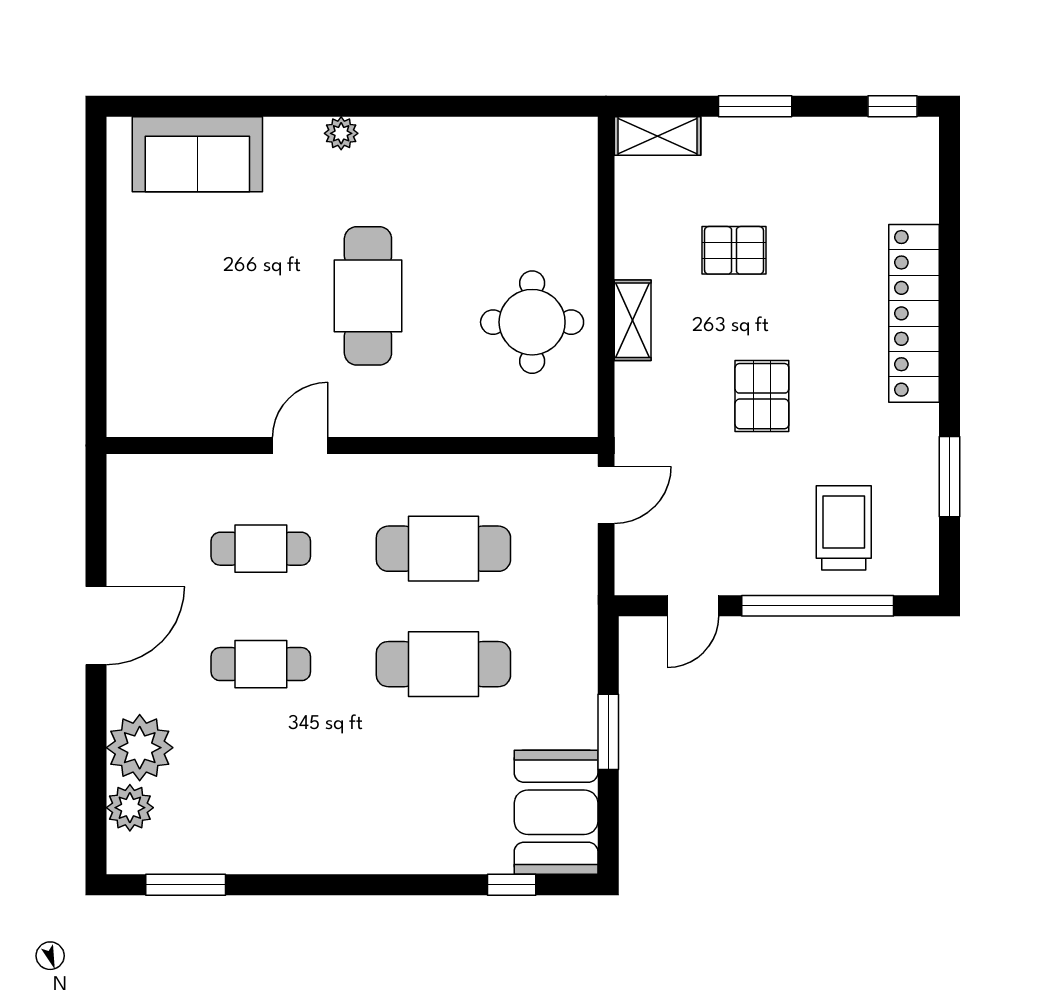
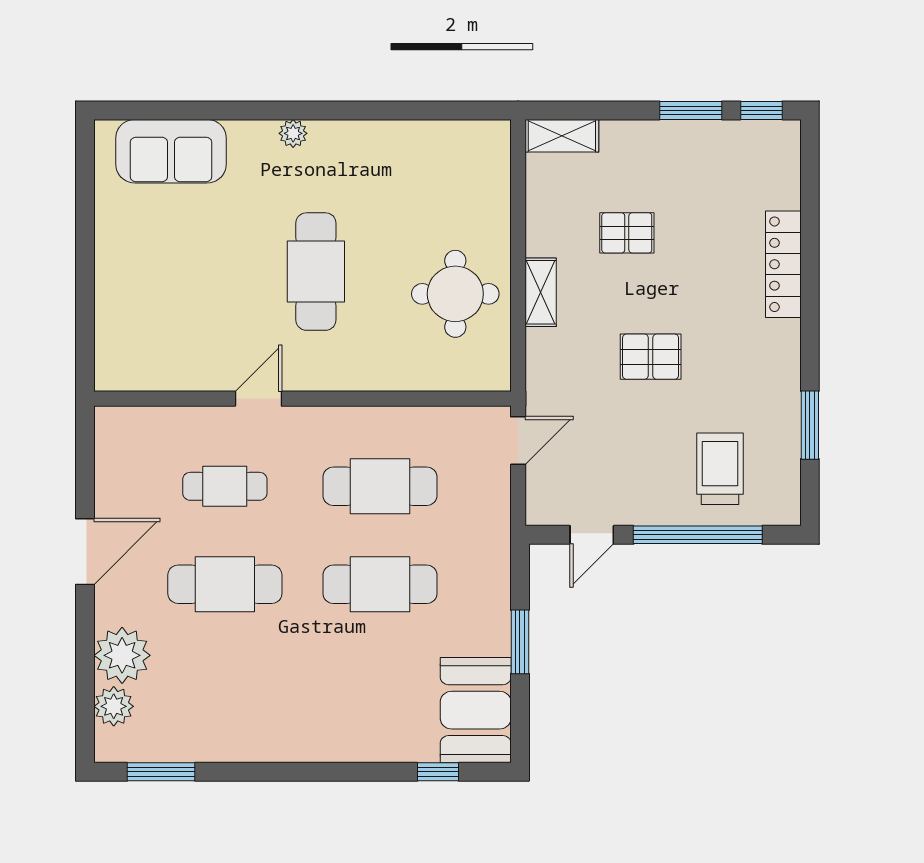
window: (755, 106) -> (691, 110), moved
locker: (914, 313) -> (783, 264), width x0.71, depth x0.83
pallet: (762, 396) -> (651, 357), turned 90
cafe table: (261, 664) -> (225, 584), width x1.37, depth x1.35

